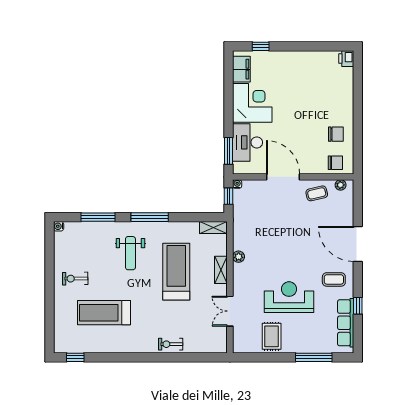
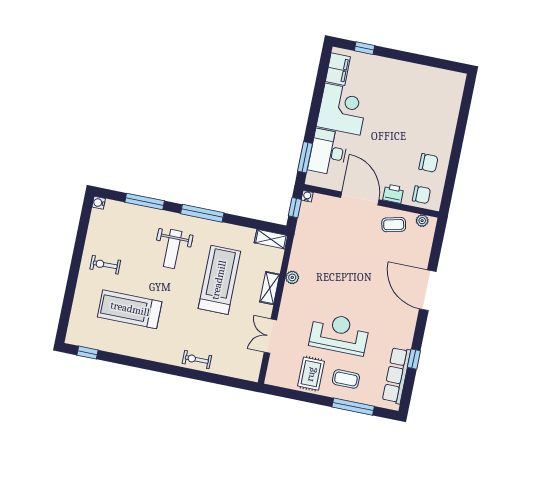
printer: (346, 59) -> (393, 194), moved, turned 90
coffee table: (334, 279) -> (346, 379), moved

